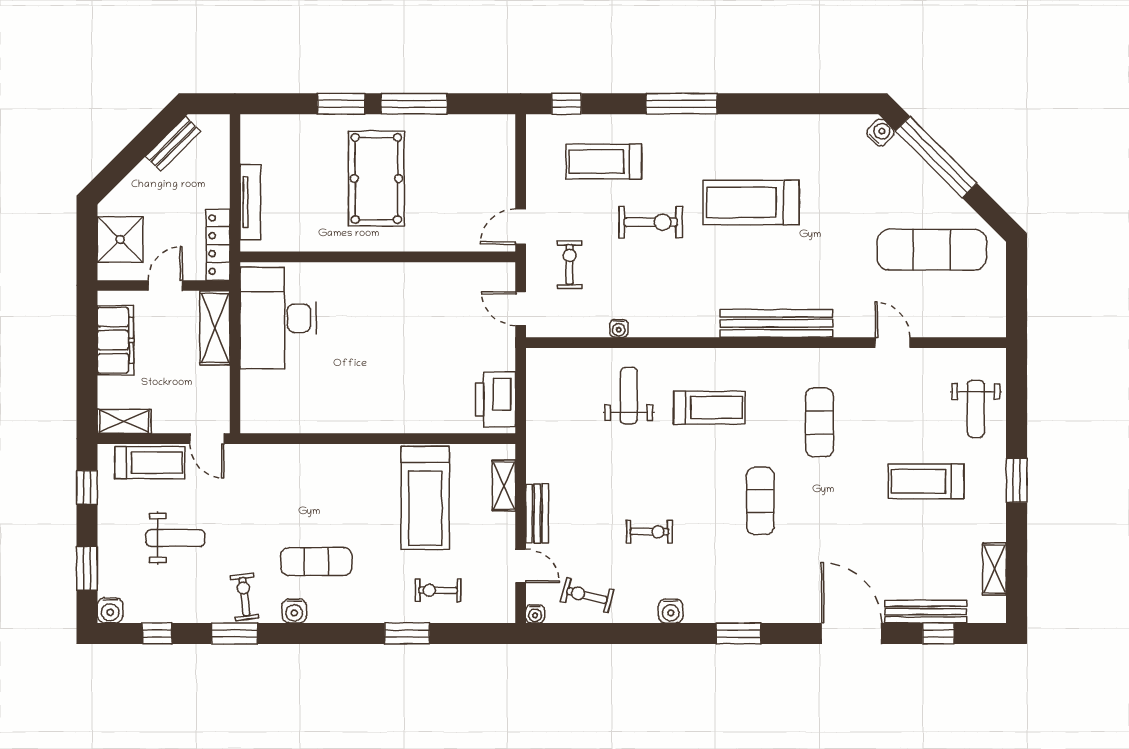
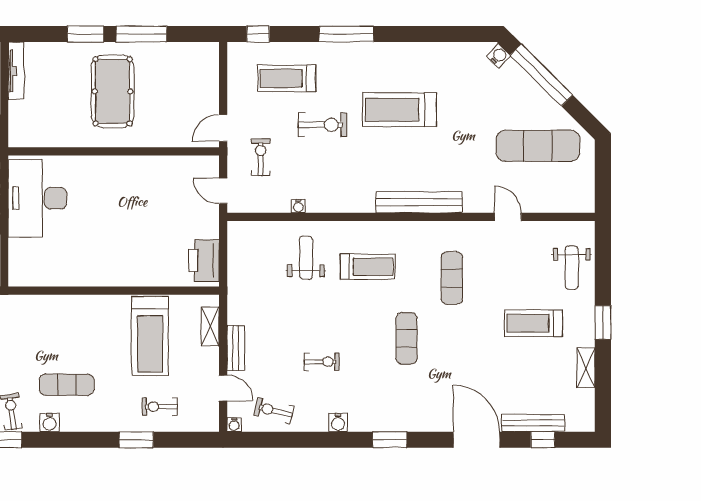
tv unit: (250, 202) -> (16, 71), moved
shelving: (994, 569) -> (586, 368), moved

